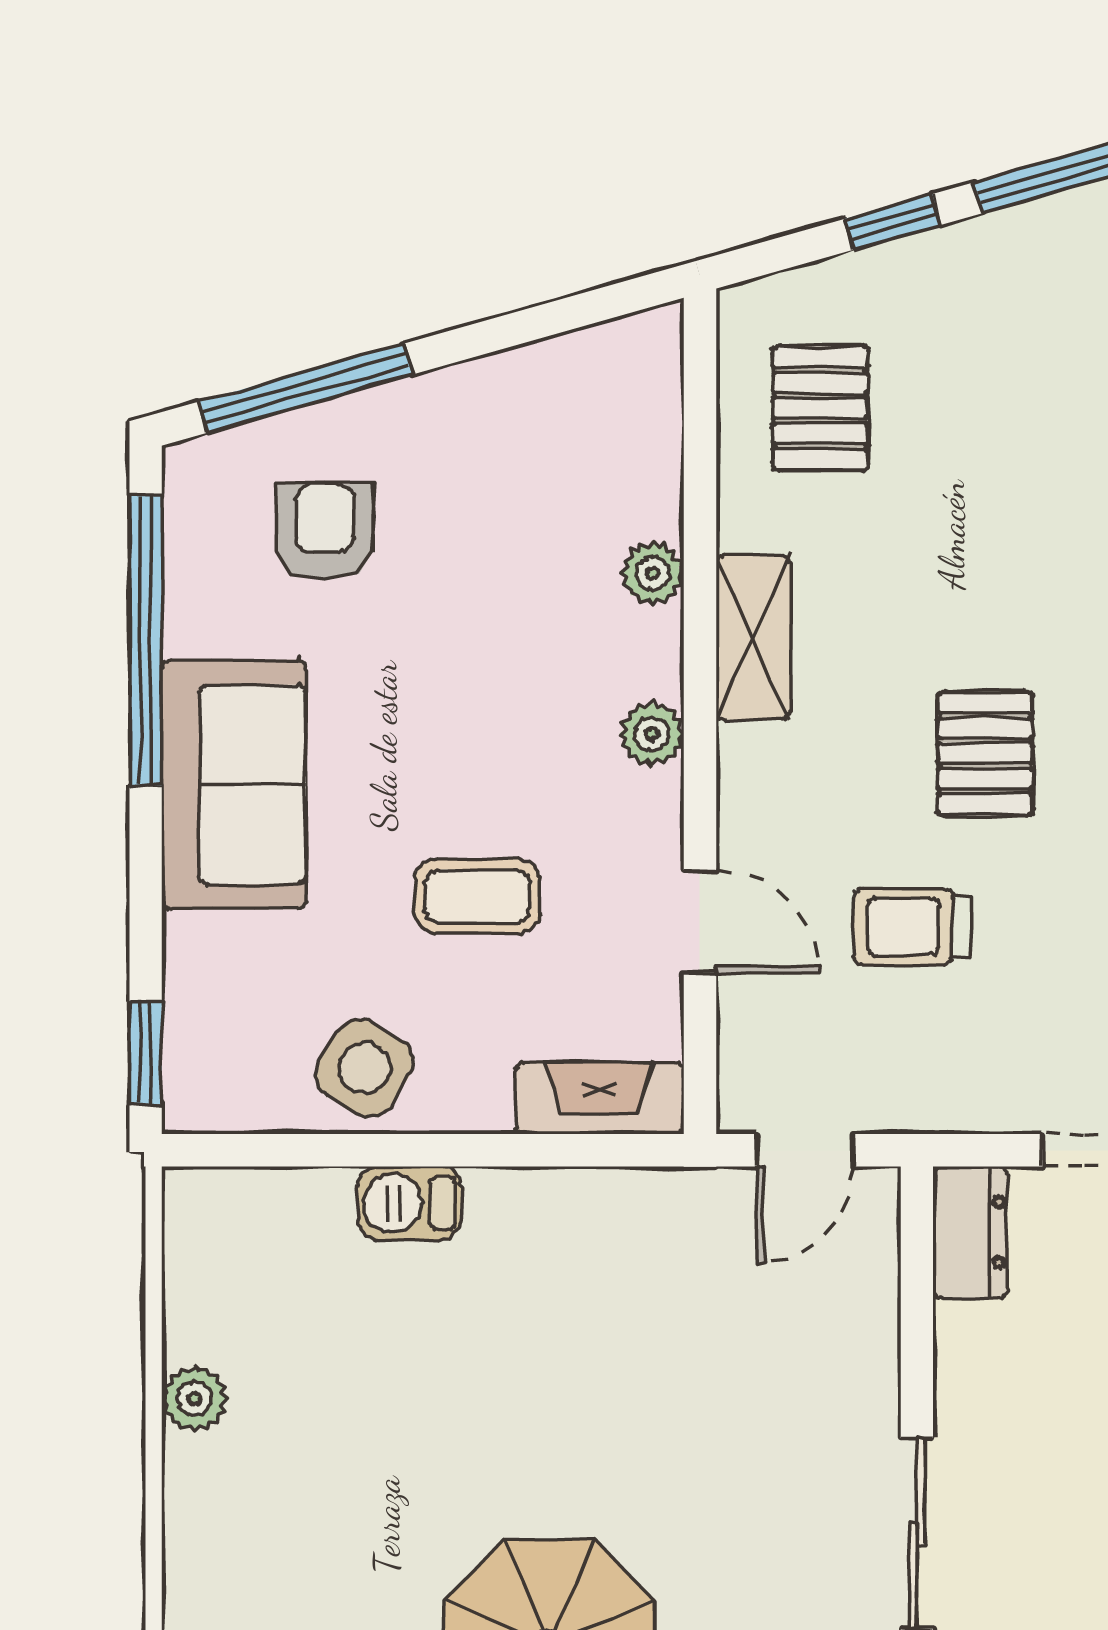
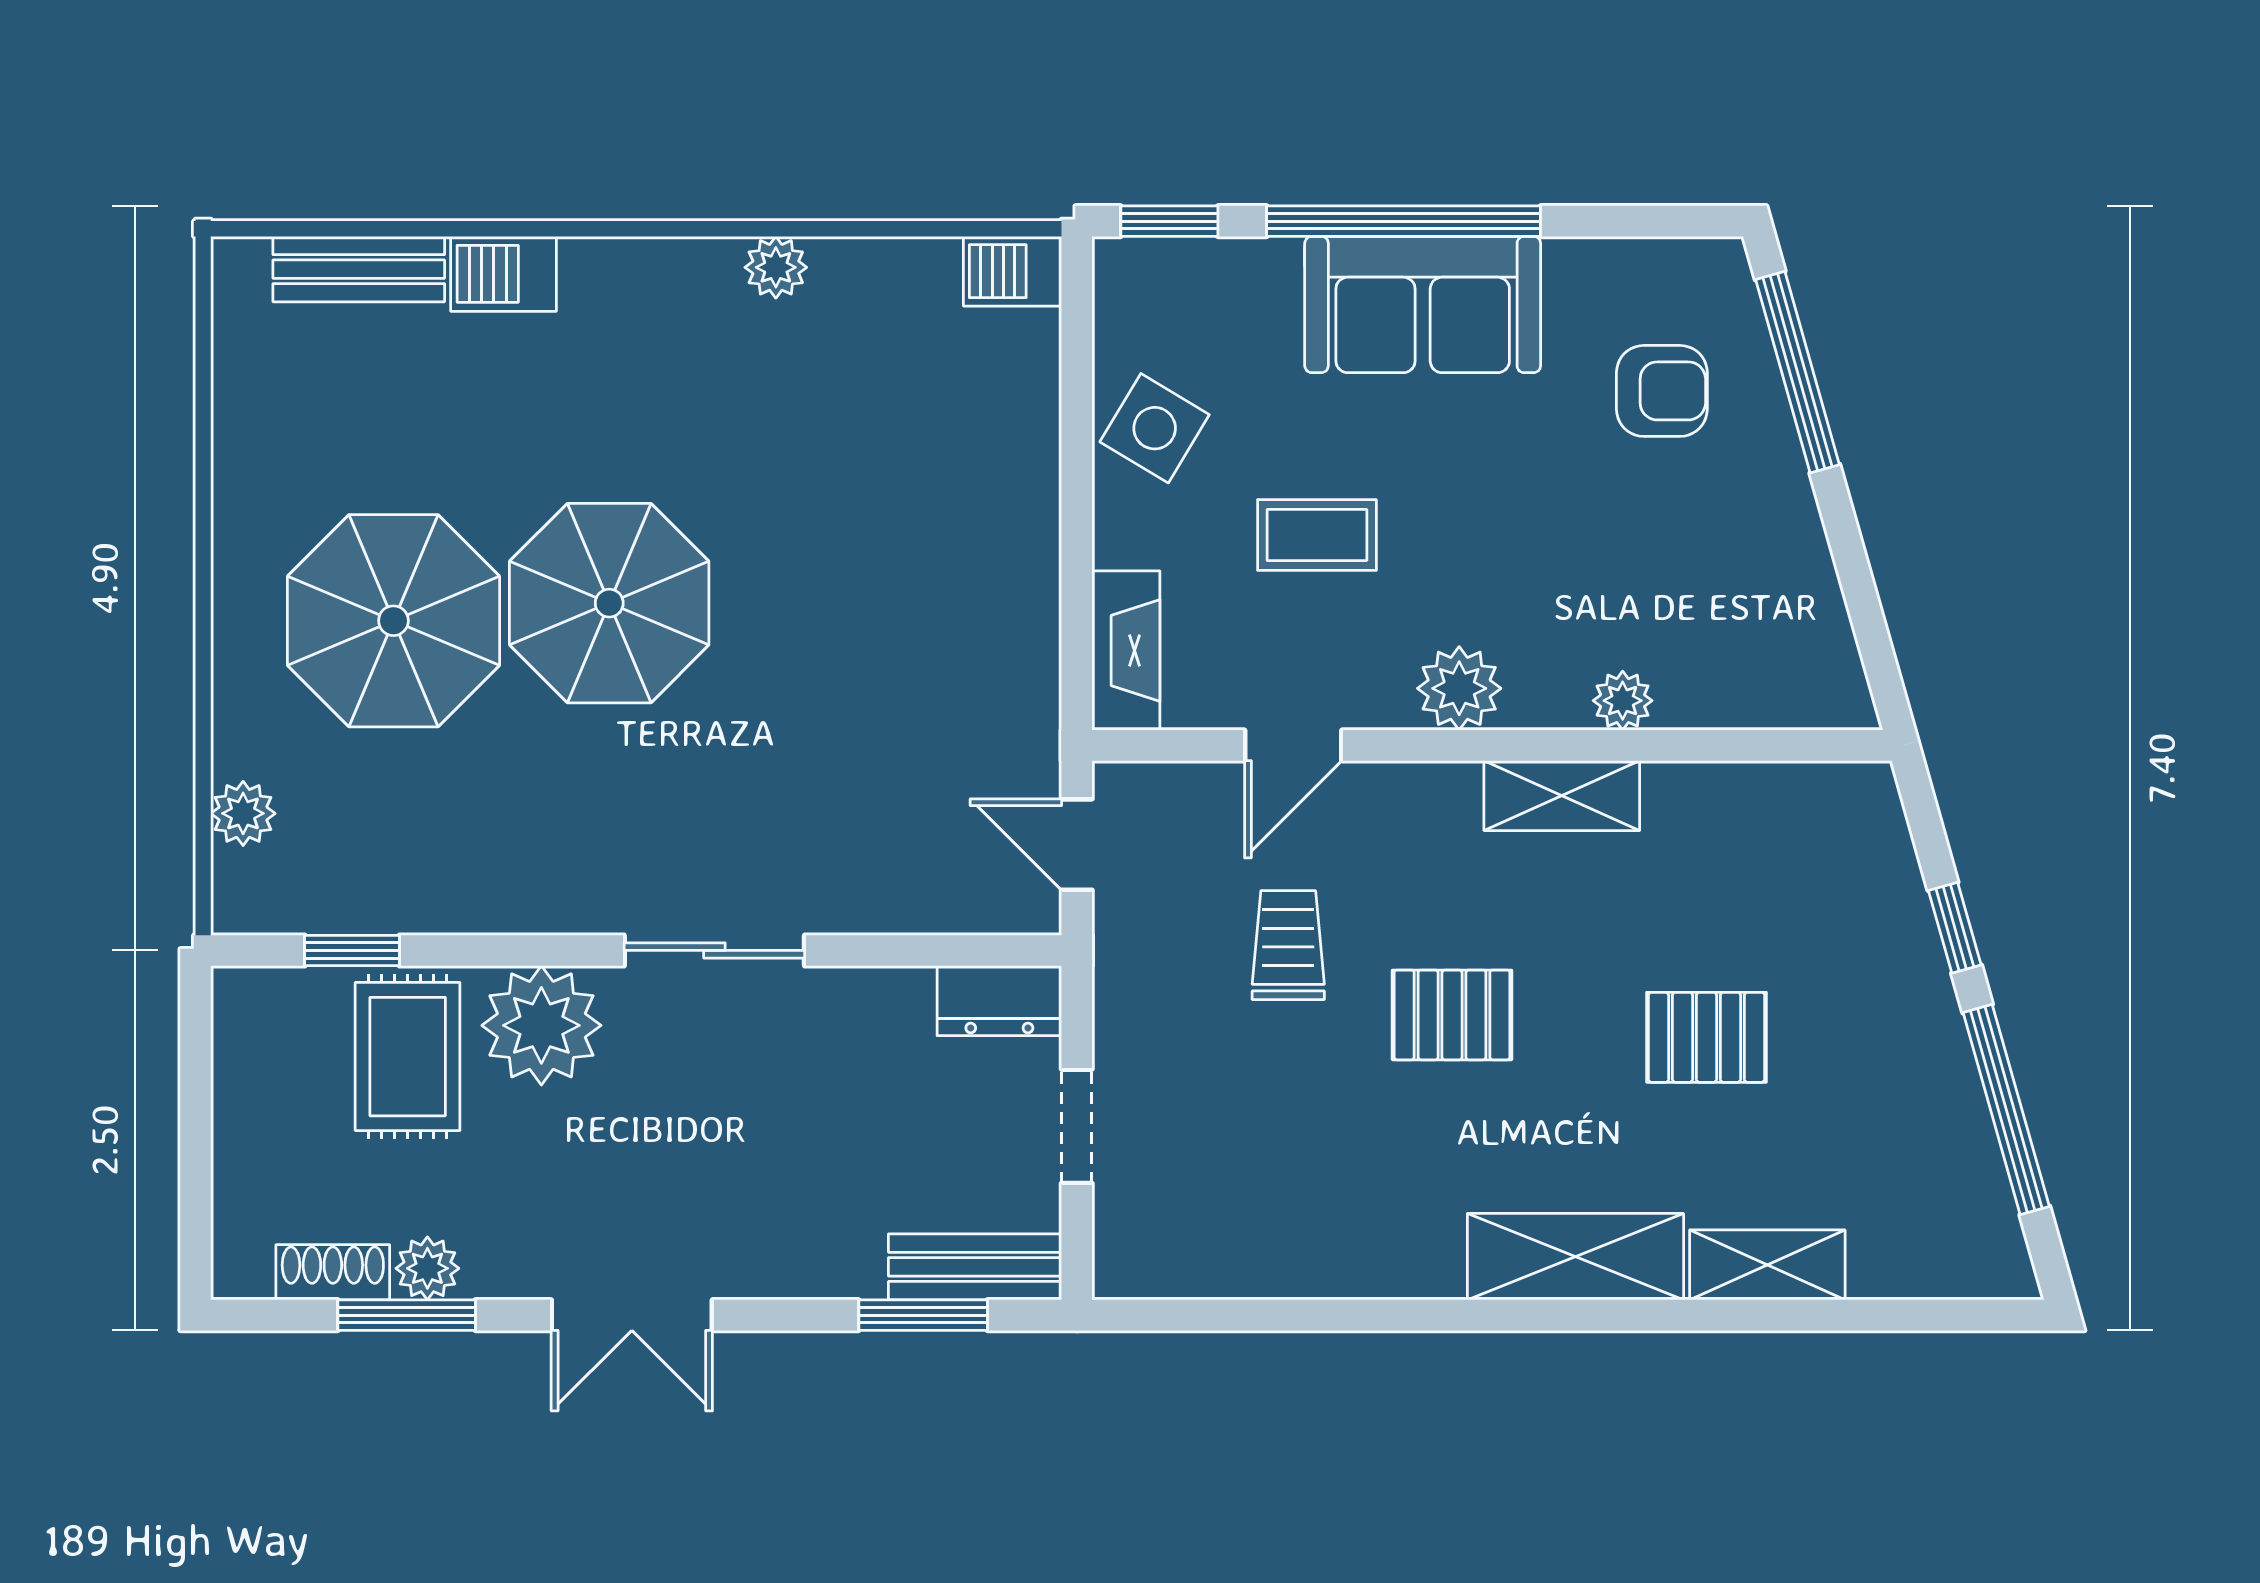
pallet: (820, 408) -> (1706, 1037), moved
window: (146, 640) -> (1404, 221), moved
plant: (652, 734) -> (1459, 688), width x1.38, depth x1.38
coffee table: (478, 896) -> (1317, 535), turned 90
barbecue: (409, 1203) -> (1012, 271), moved, turned -90
plant: (194, 1399) -> (776, 267), moved

